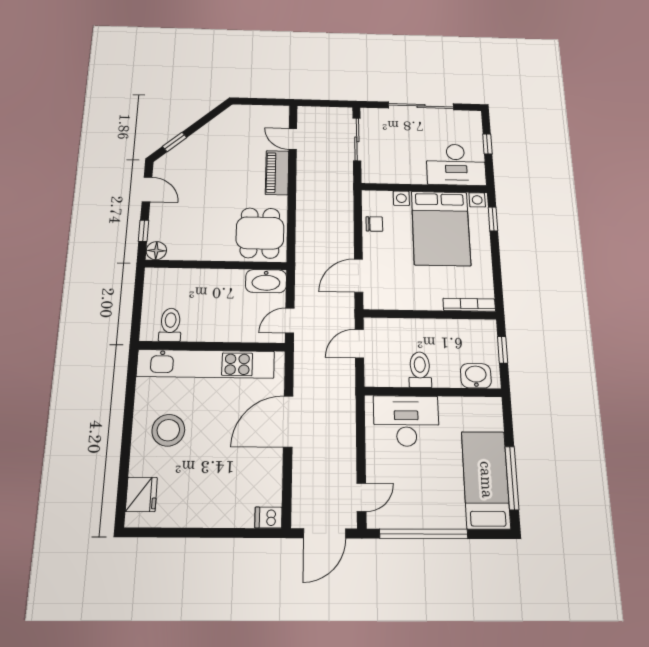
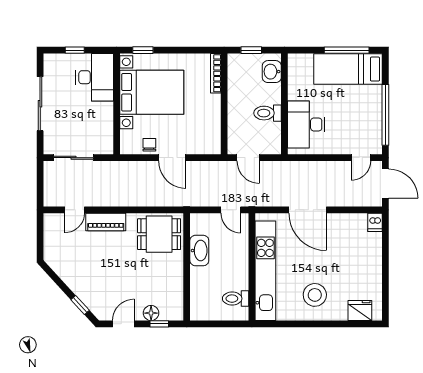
floor lamp: (156, 251) -> (151, 313), moved
door: (359, 276) -> (172, 158), moved
washbasin: (266, 281) -> (199, 251), moved
door: (361, 497) -> (361, 158), swing flipped

